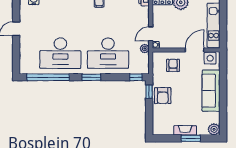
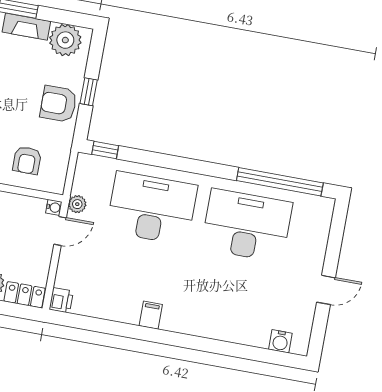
window: (91, 77) -> (194, 166), removed
window: (149, 92) -> (89, 92), moved
armchair: (163, 96) -> (58, 104), turned -90
plant: (165, 127) -> (65, 40), added

